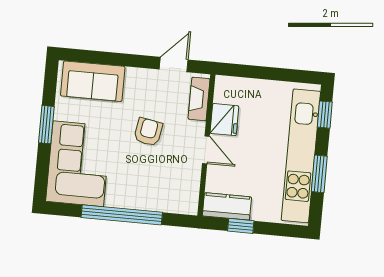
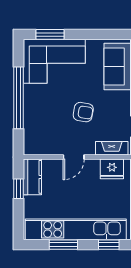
fridge: (224, 120) -> (112, 169), moved
window: (46, 125) -> (50, 34), moved

